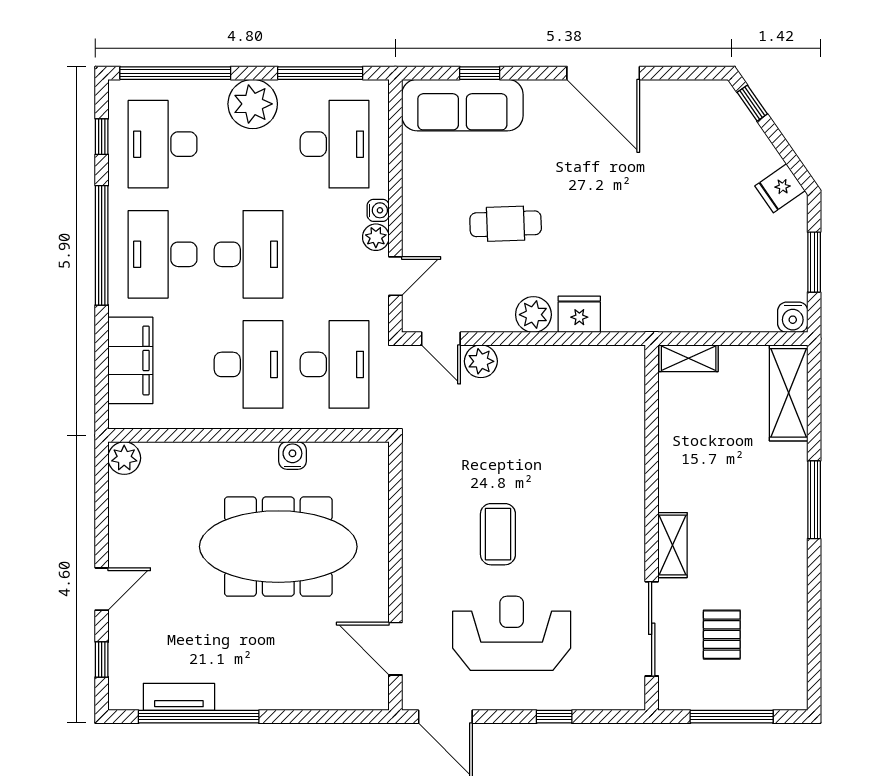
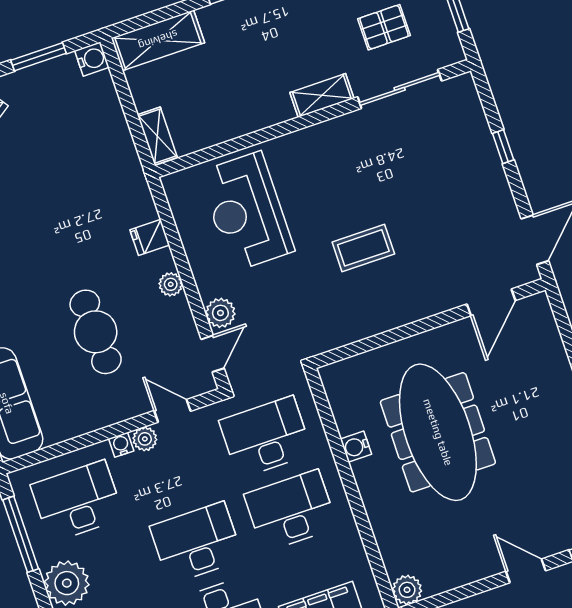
cafe table: (506, 224) -> (96, 332), width x1.37, depth x1.35
fridge: (579, 314) -> (150, 237), width x0.72
plant: (533, 315) -> (171, 284), width x0.73, depth x0.73
reception desk: (512, 633) -> (247, 212), moved

